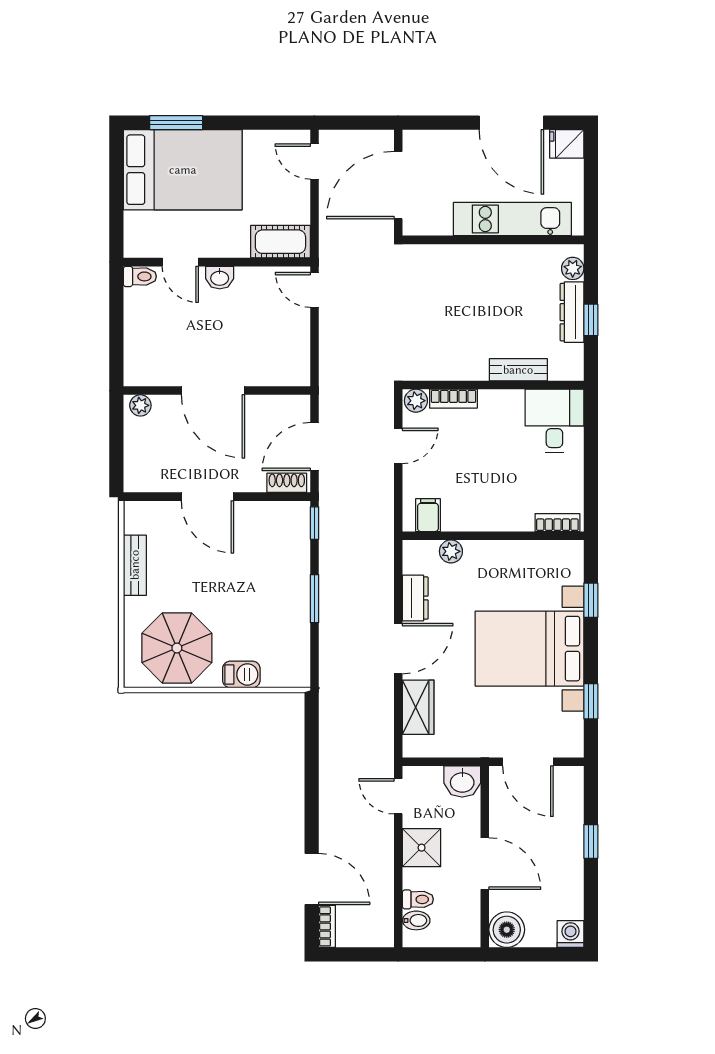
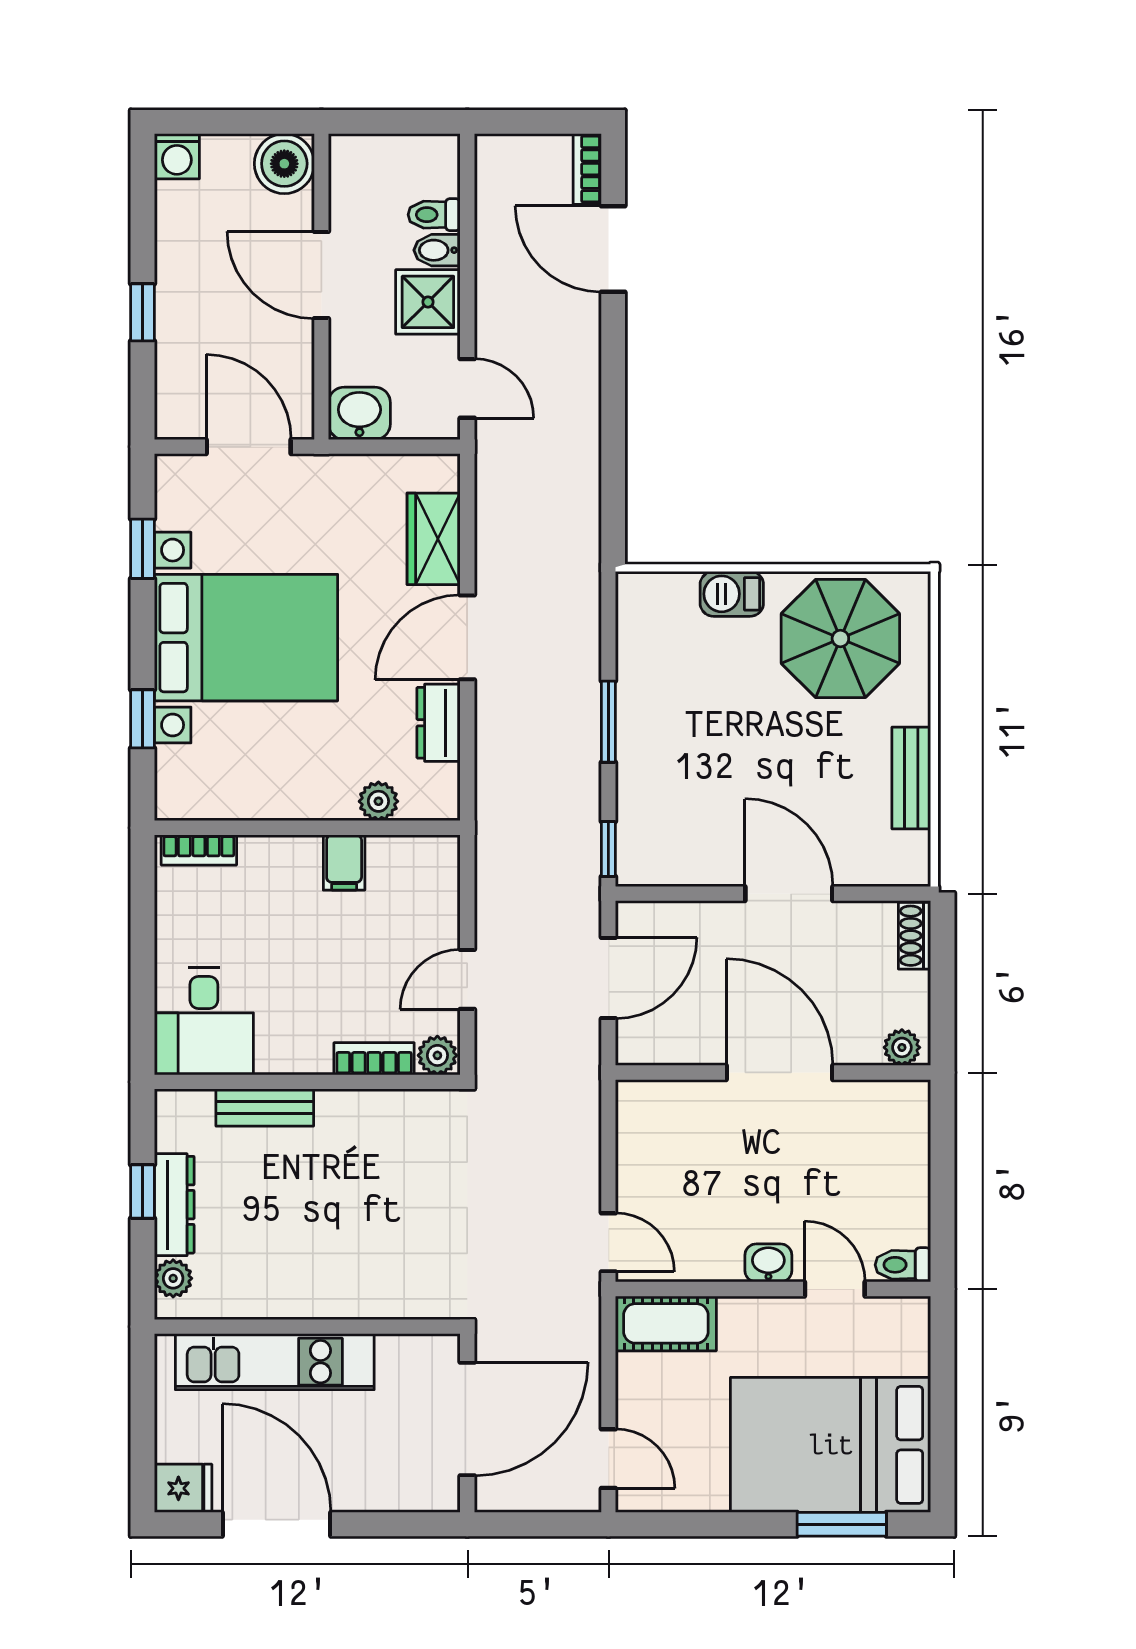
shoe rack: (287, 483) -> (915, 936), moved, turned 90
filing cabinet: (428, 515) -> (344, 863), moved
bidet: (416, 920) -> (437, 250), moved

